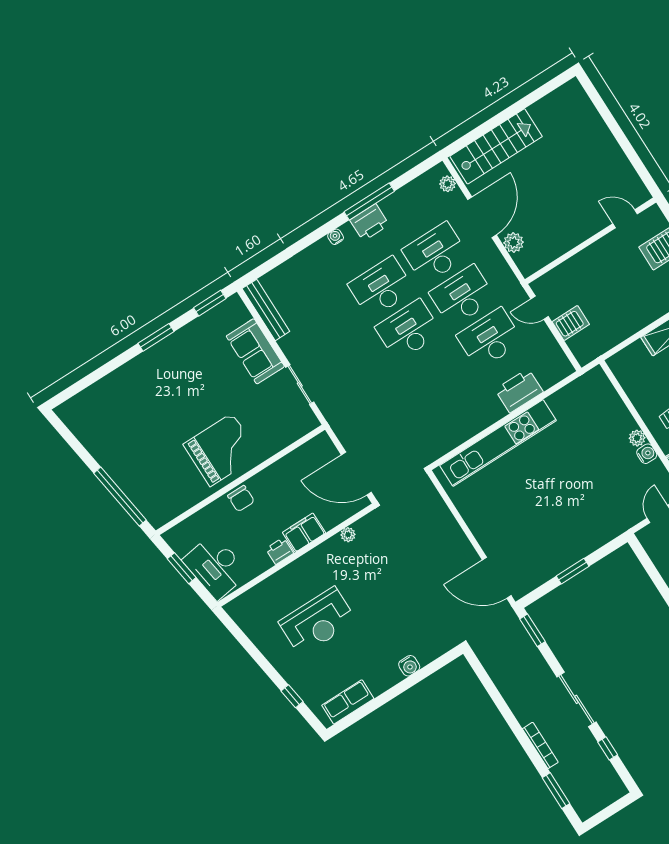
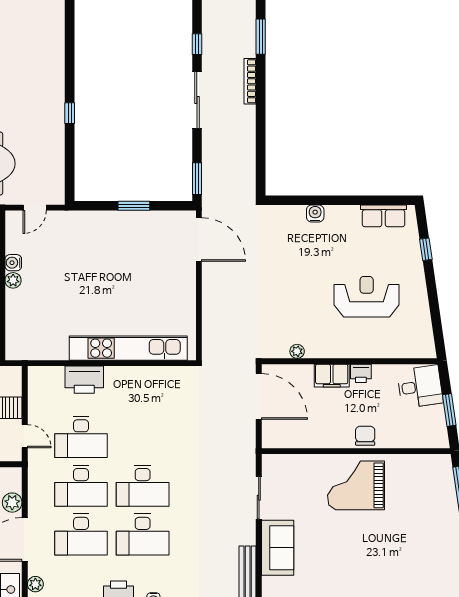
desk: (216, 567) -> (420, 387), width x0.73

